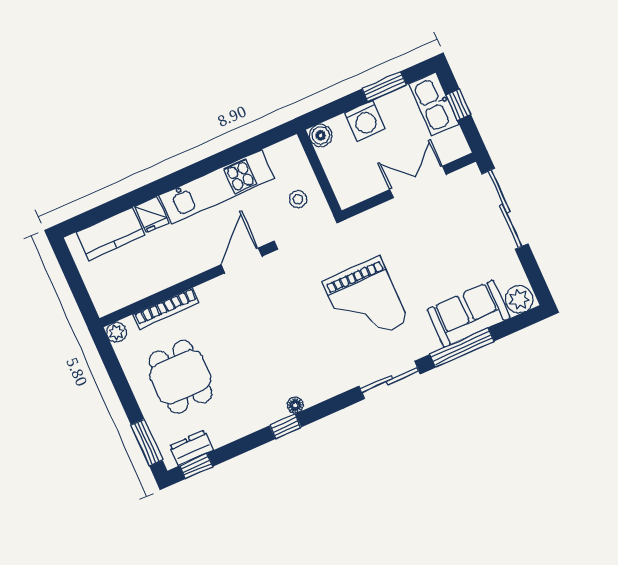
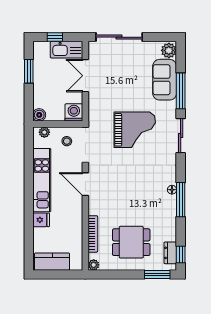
kitchen sink: (434, 104) -> (66, 50), moved
washing machine: (365, 120) -> (74, 112), moved, turned -90
plant: (296, 156) -> (44, 132), added
kitchen counter: (111, 234) -> (52, 262), moved, turned -90
window: (285, 426) -> (181, 200), width x2.17

